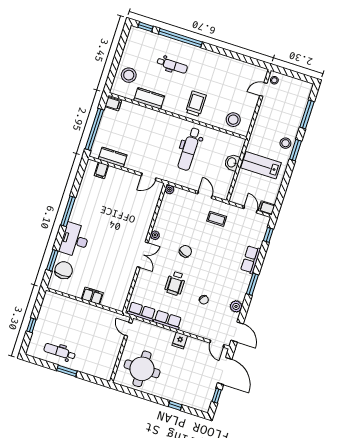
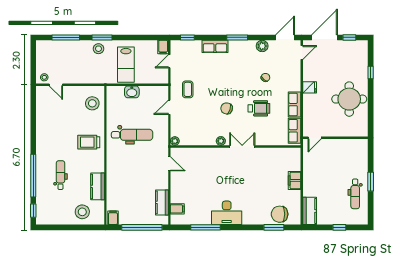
window: (68, 211) -> (206, 227), moved
desk: (75, 240) -> (227, 213), moved
kitchen counter: (57, 301) -> (310, 211), added
round table: (142, 369) -> (349, 99), moved

